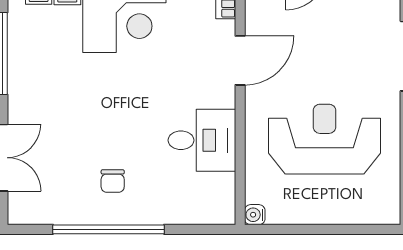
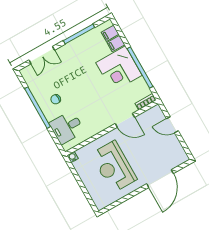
reception desk: (324, 139) -> (114, 167), turned 180
desk: (202, 140) -> (67, 127), moved, turned 90

